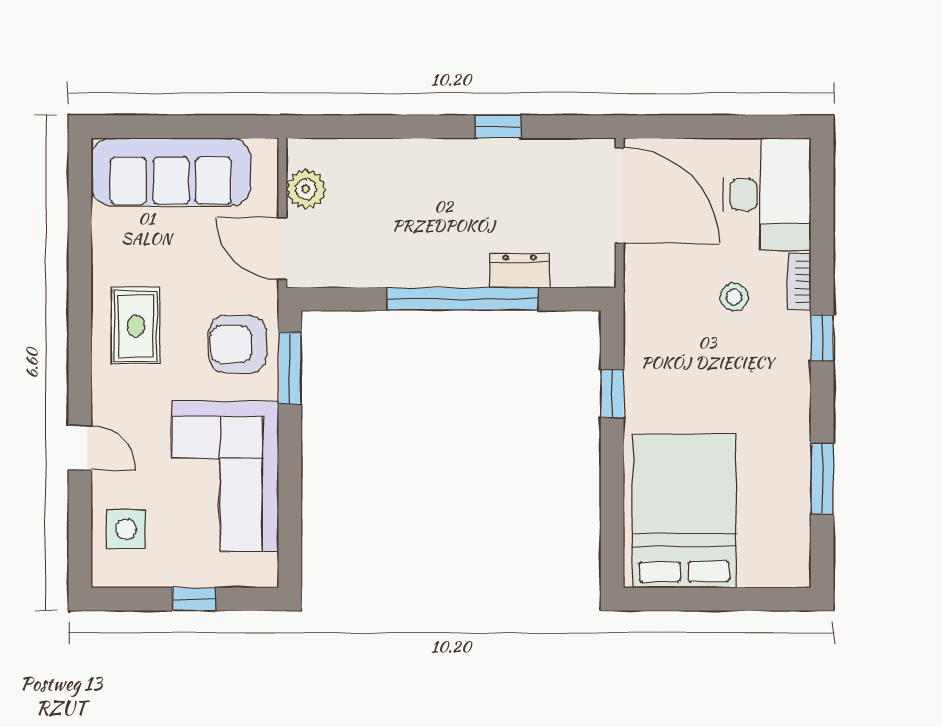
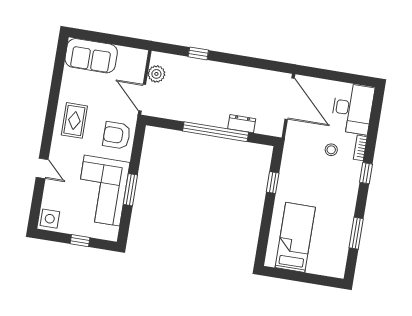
window: (498, 127) -> (198, 53), moved
sofa: (171, 172) -> (91, 56), width x0.73
window: (290, 368) -> (130, 190), moved
bed: (684, 511) -> (295, 237), width x0.67
side table: (126, 529) -> (50, 219), moved

